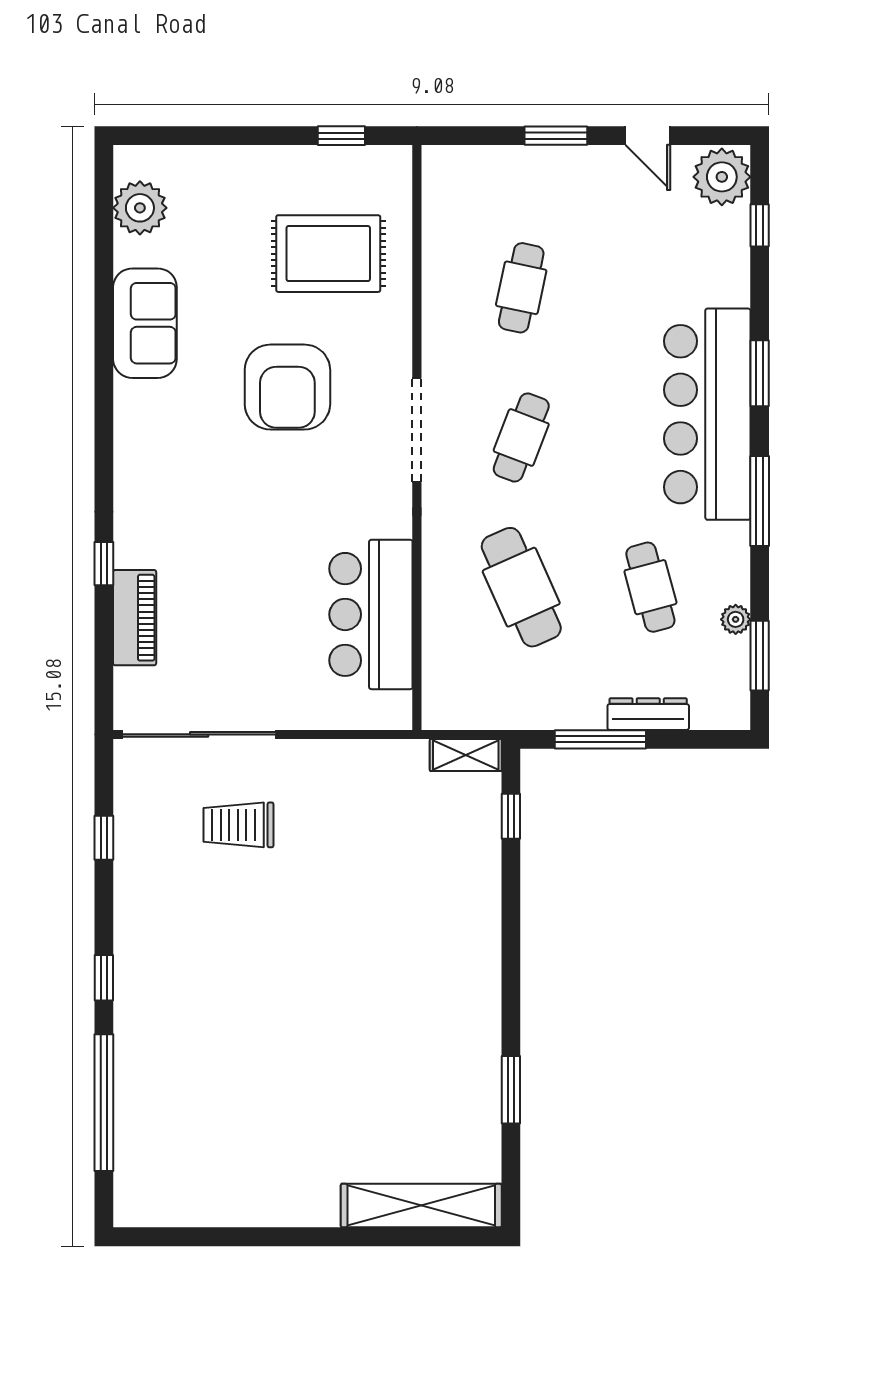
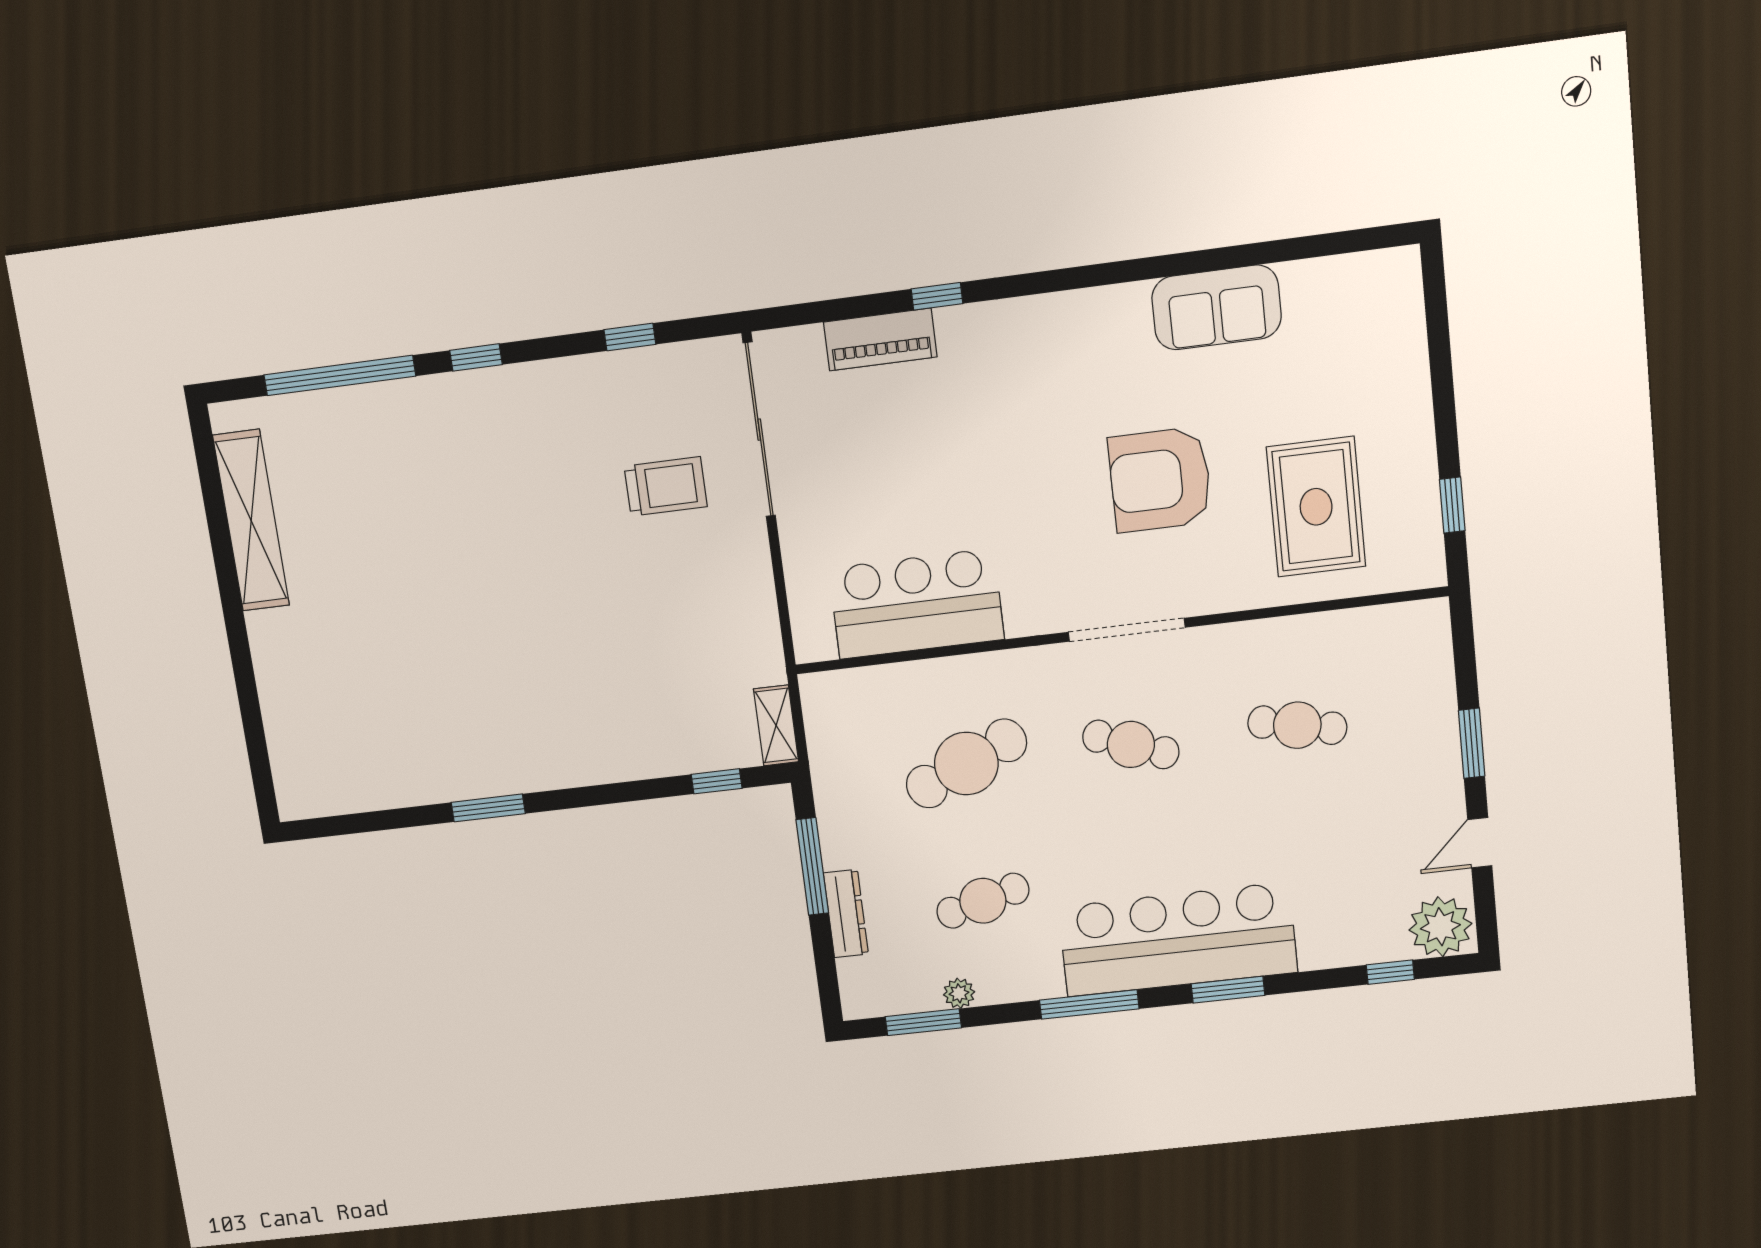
plant: (140, 208) -> (1349, 284), removed
trolley: (238, 825) -> (666, 486), turned 90
window: (511, 1090) -> (488, 808), moved
shelving: (421, 1206) -> (251, 520), moved

